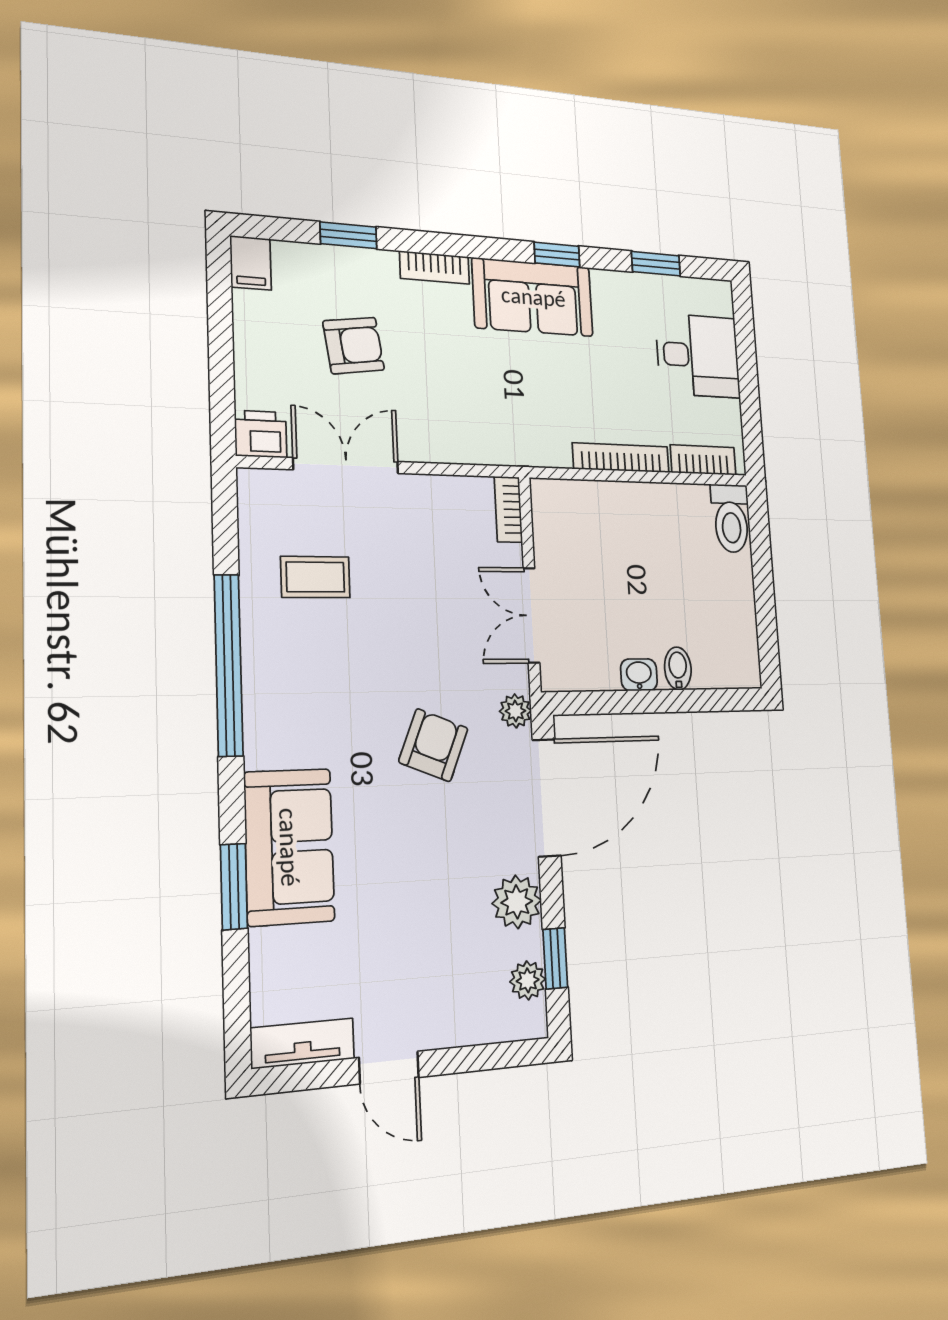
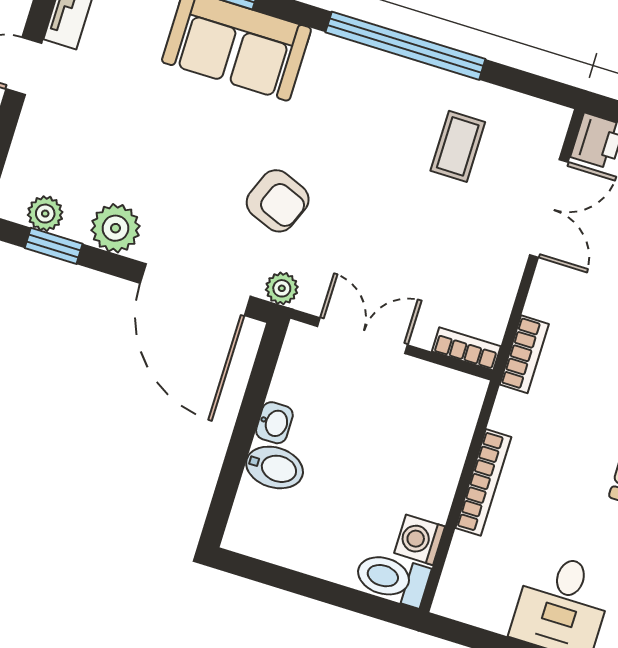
bookcase: (703, 460) -> (524, 354), moved
washing machine: (690, 503) -> (420, 540), added
bidet: (678, 668) -> (275, 467), width x1.38, depth x1.36

